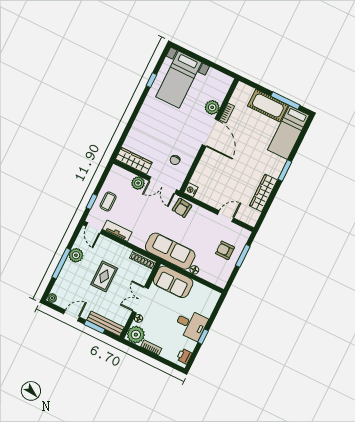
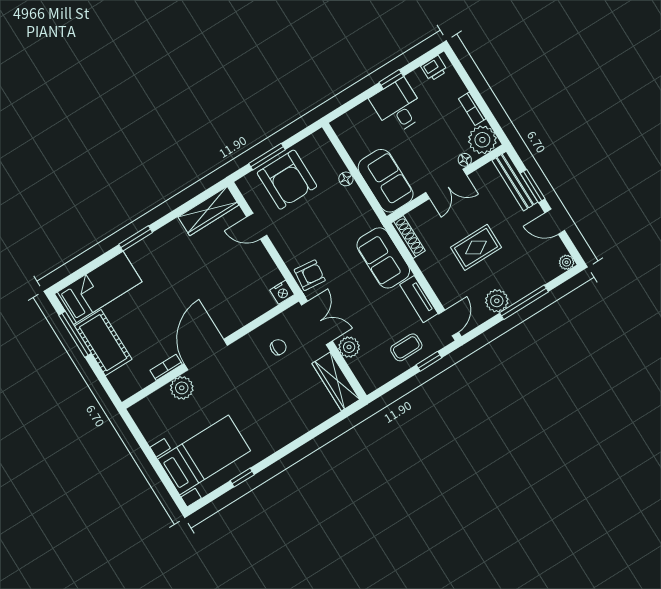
wardrobe: (263, 193) -> (208, 211), moved
armchair: (225, 250) -> (287, 180), width x1.88, depth x1.88
sofa: (170, 251) -> (383, 258), moved, width x0.73

